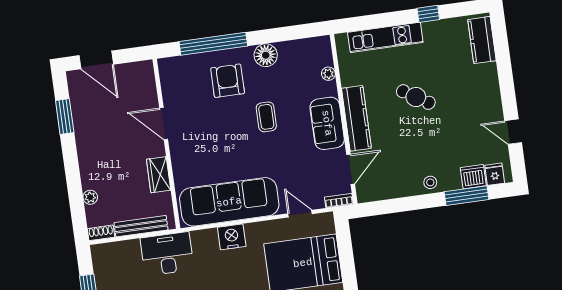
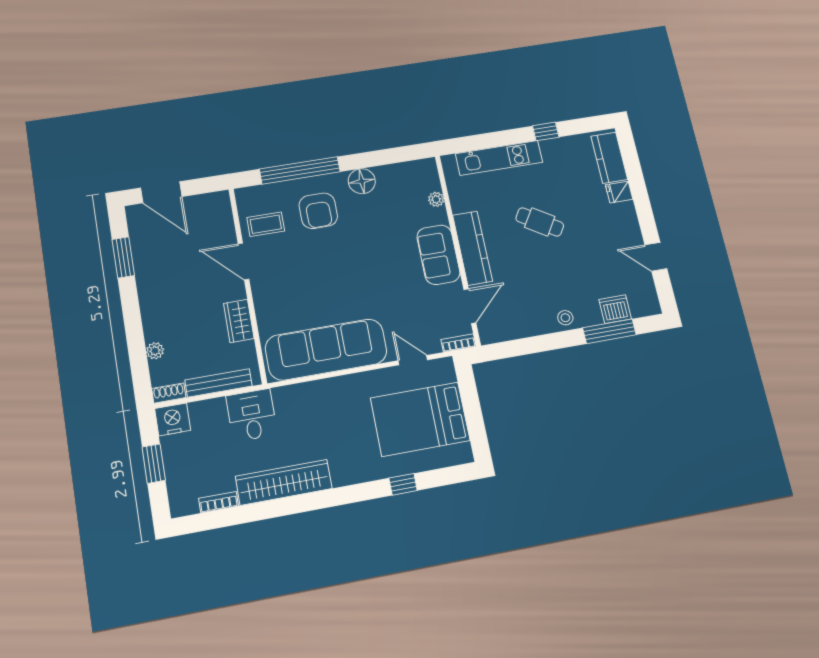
armchair: (228, 81) -> (318, 211), turned 180
coffee table: (266, 117) -> (266, 224), moved, turned 90
fridge: (495, 174) -> (619, 192), moved, turned -90
nightstand: (232, 237) -> (173, 419), moved
desk: (167, 254) -> (252, 415), width x0.73

